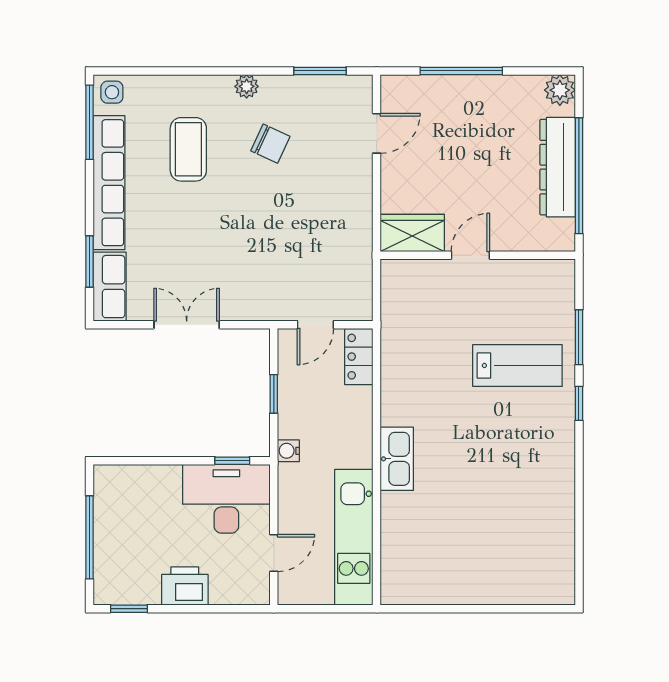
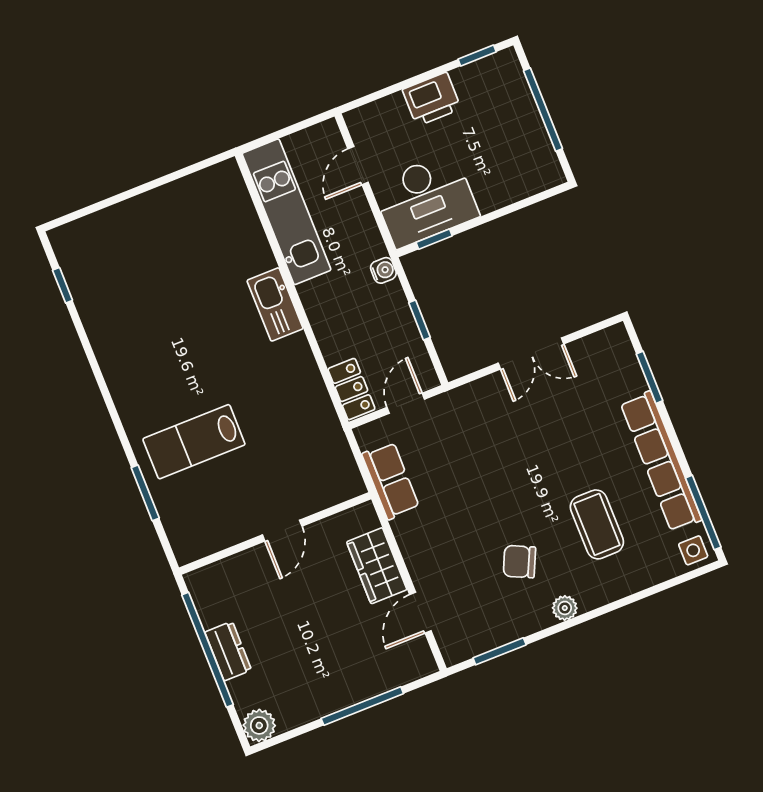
dresser: (558, 167) -> (228, 651), width x0.51, depth x0.80
wardrobe: (412, 233) -> (377, 566), moved, turned 90
row of seats: (110, 287) -> (391, 481), moved, turned 180
window: (579, 403) -> (63, 285), moved

